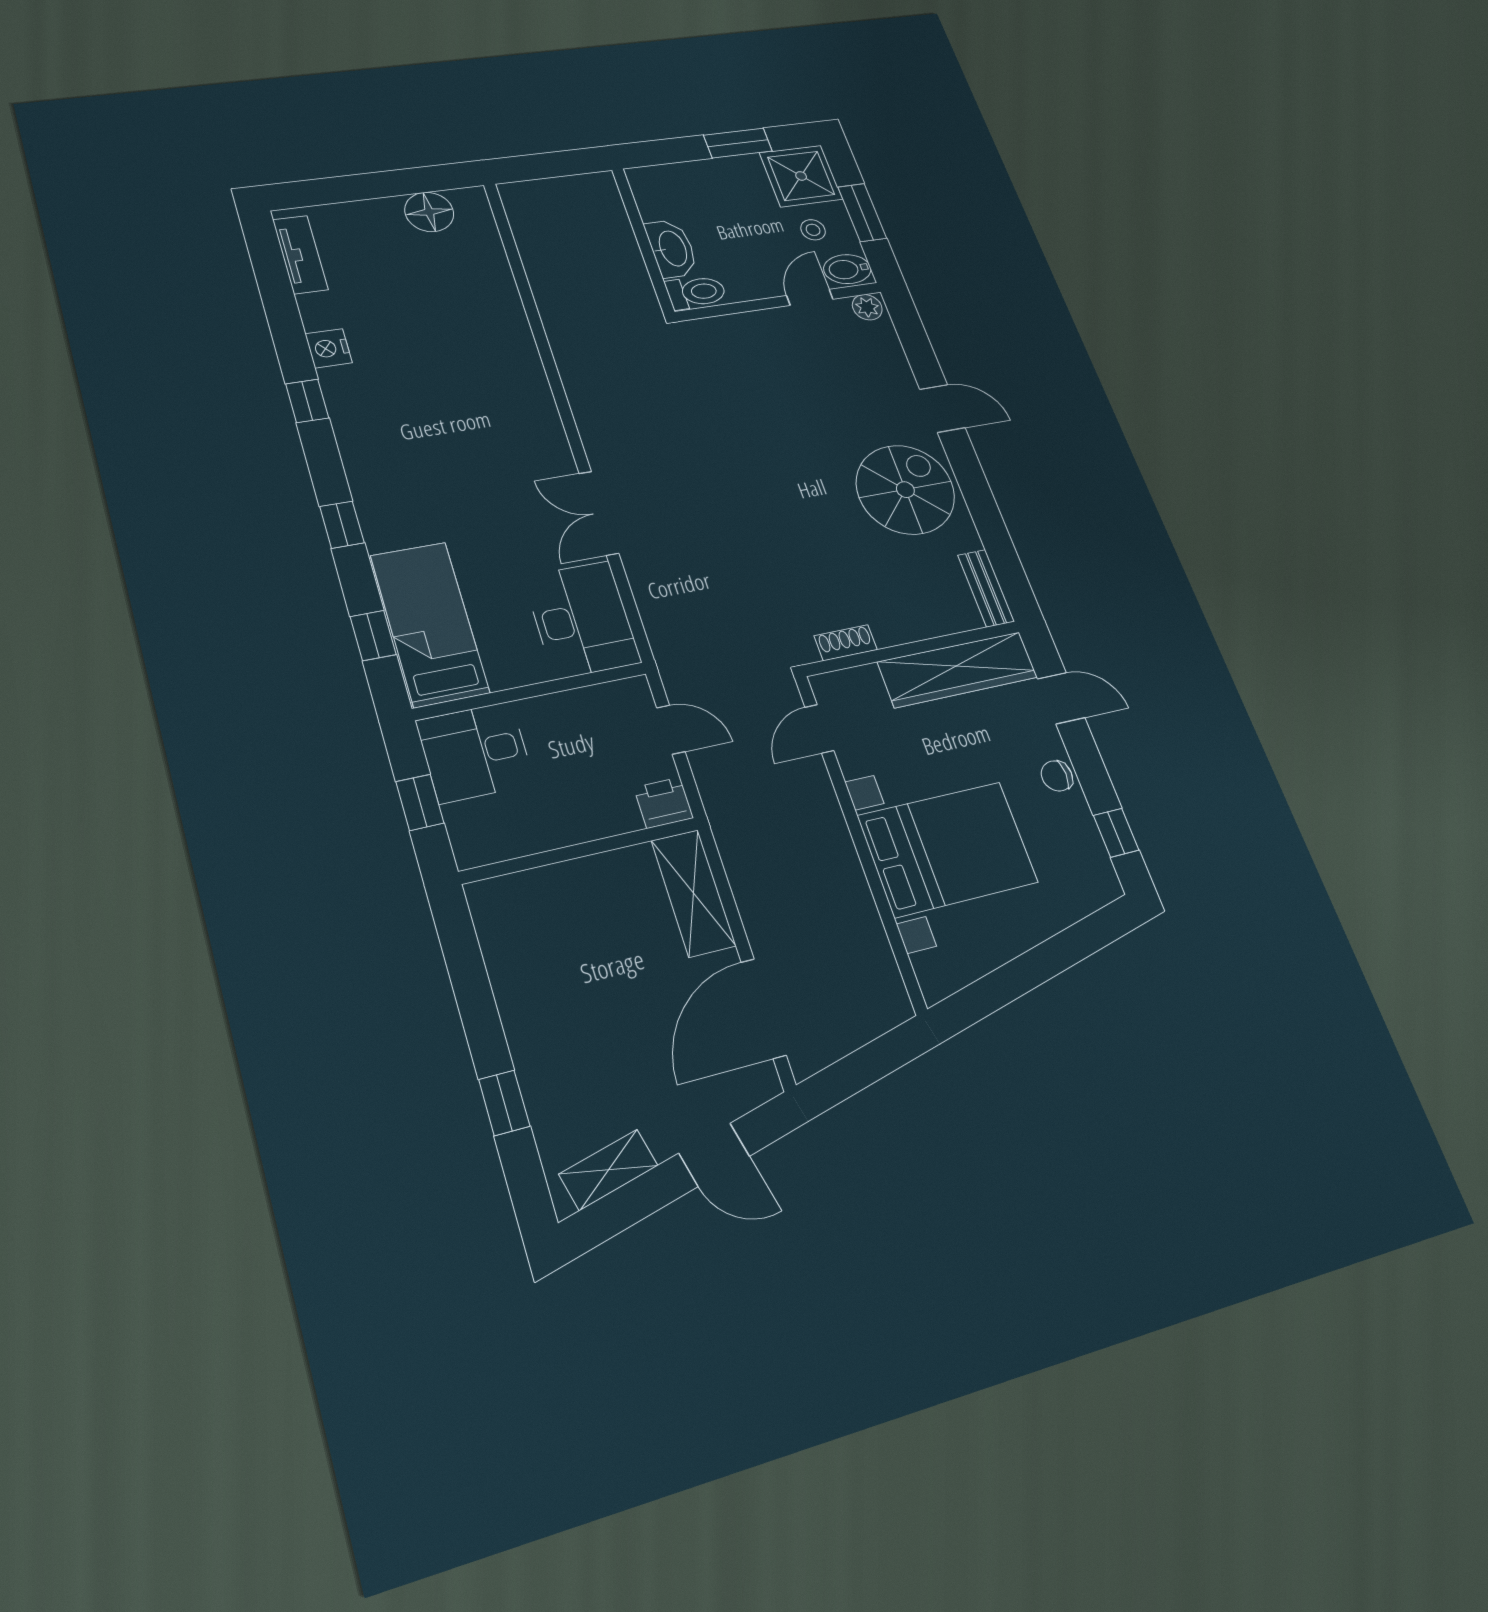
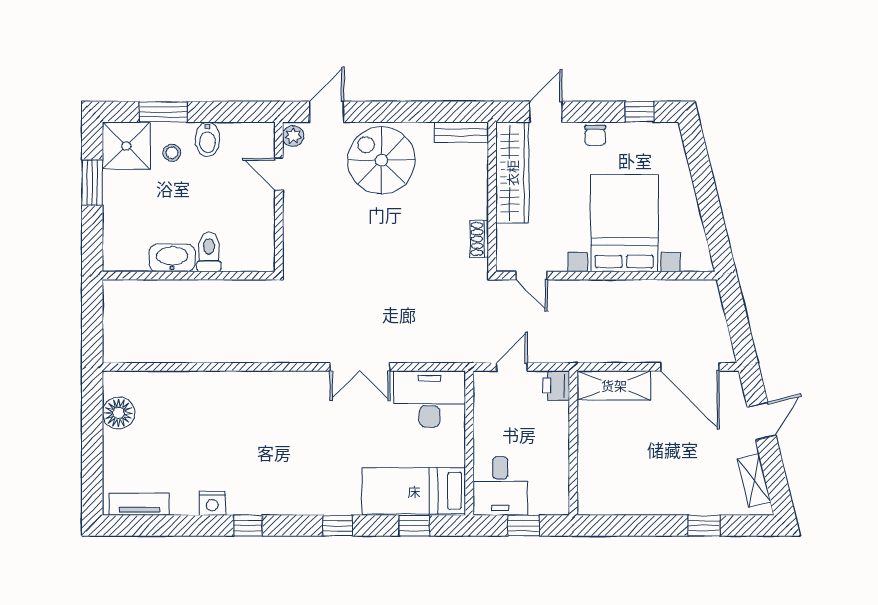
door: (810, 297) -> (279, 174), moved
wall: (779, 302) -> (279, 197), moved
plant: (867, 307) -> (293, 136), moved

